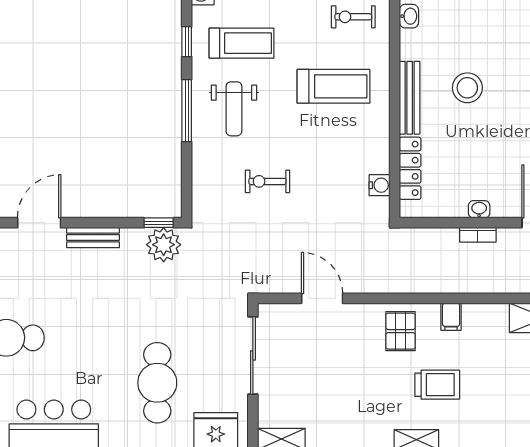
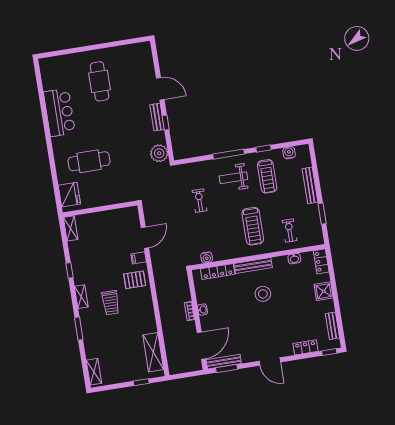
window: (159, 223) -> (166, 123), moved
filing cabinet: (451, 317) -> (139, 258), moved
sliding door: (253, 355) -> (110, 207), removed

